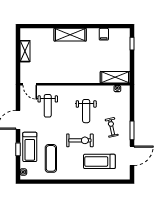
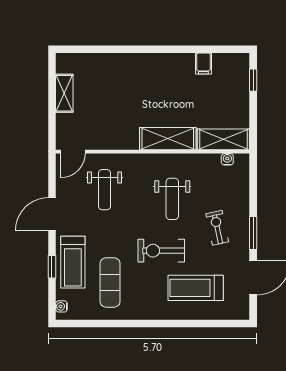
shelving: (70, 35) -> (168, 139), moved
door: (30, 84) -> (73, 152), hinge flipped
exercise bike: (80, 140) -> (161, 251), turned 180

